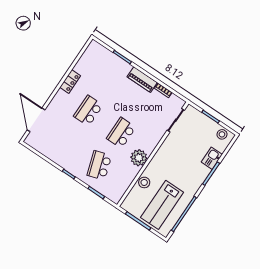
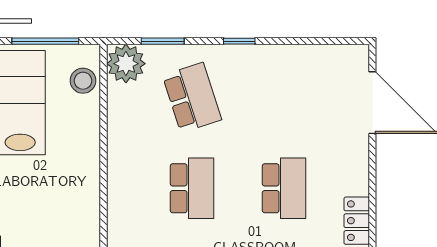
plant: (139, 158) -> (126, 64), moved
stool: (144, 182) -> (83, 81), moved

